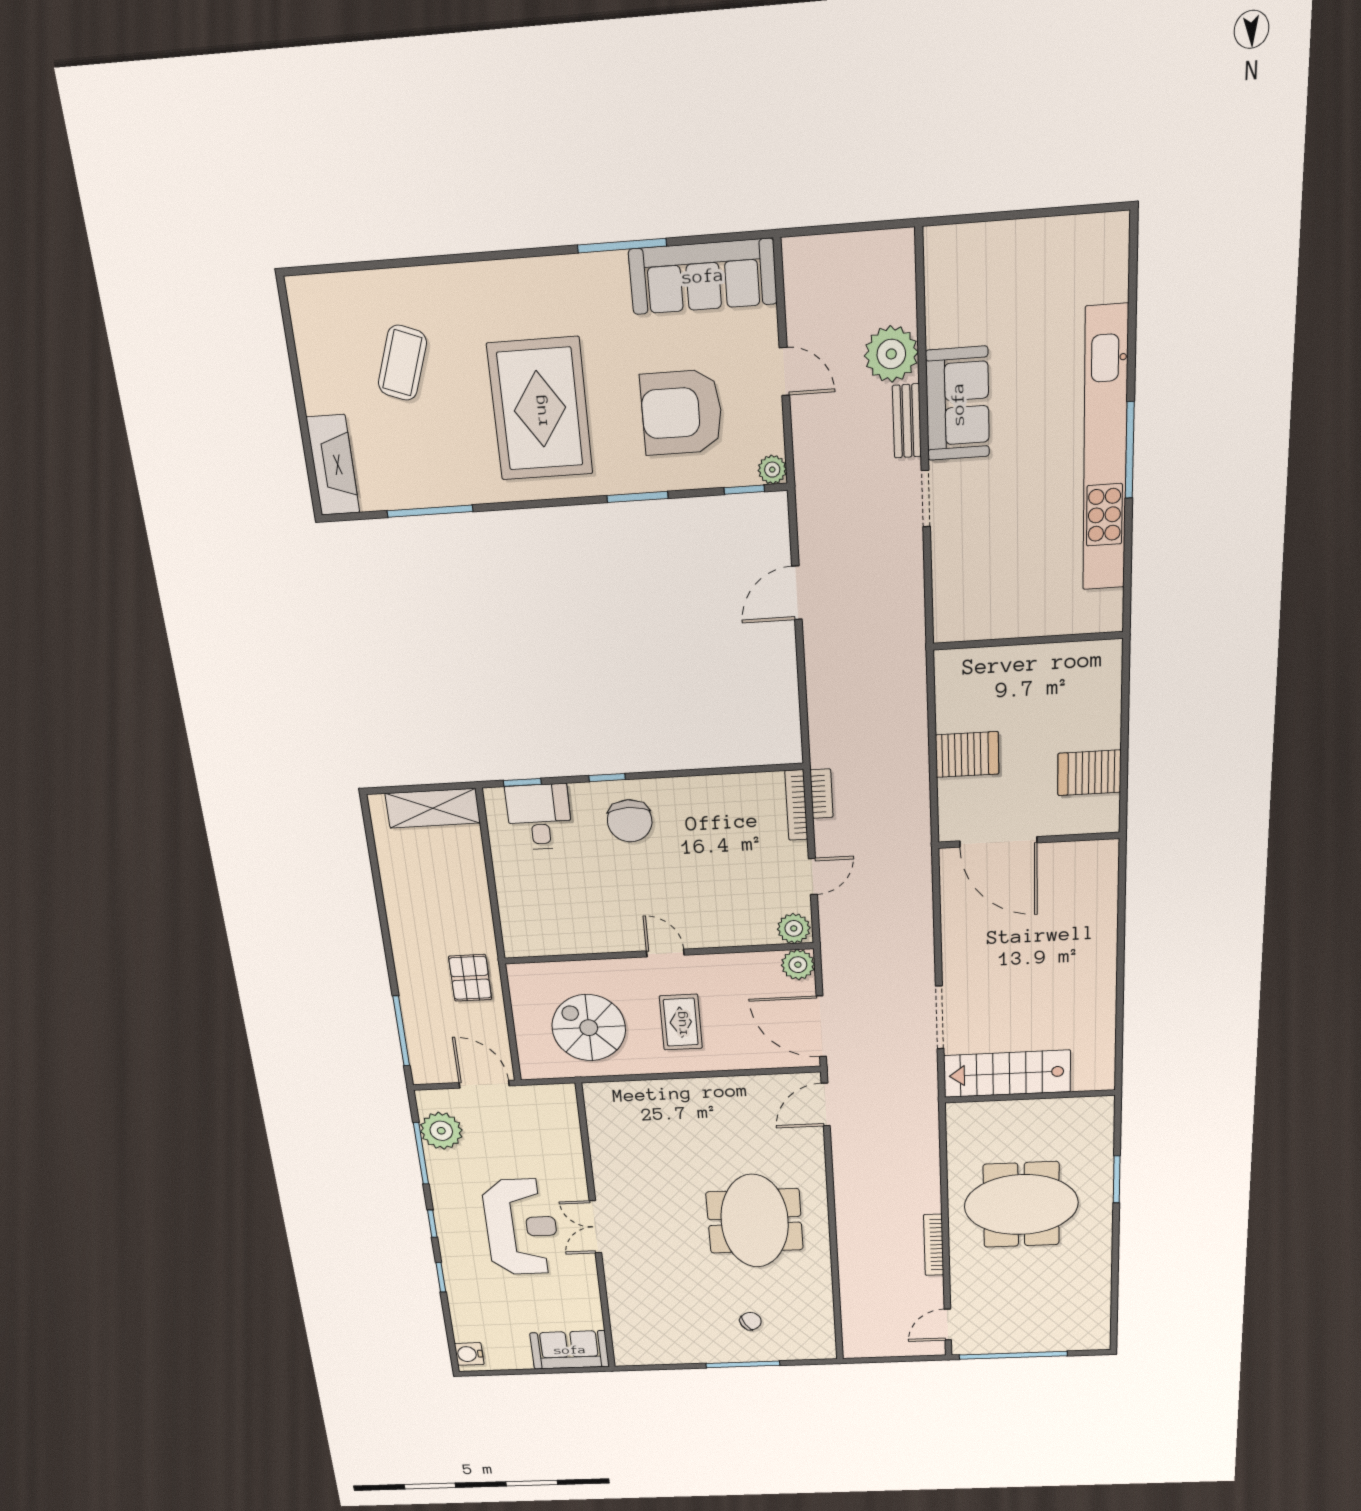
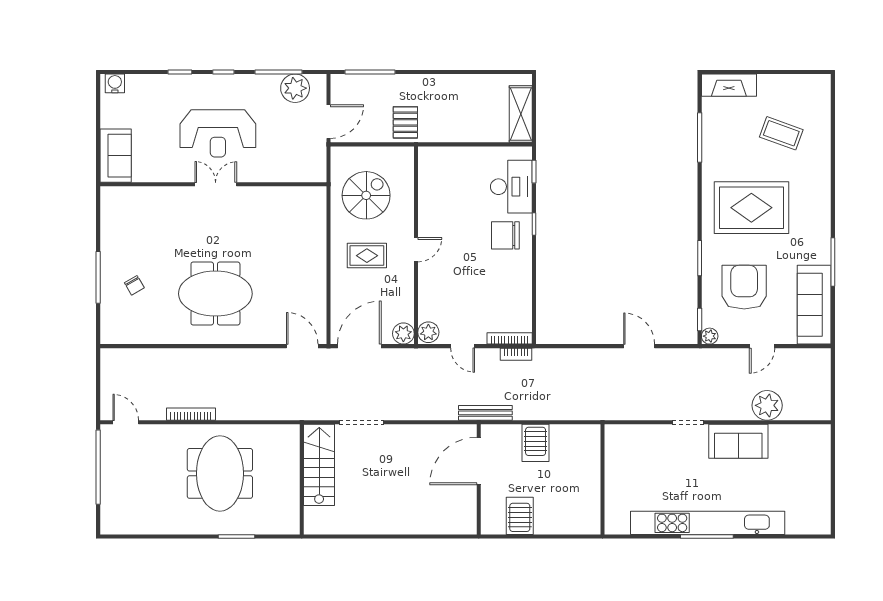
bench: (907, 421) -> (485, 413), moved, width x1.36
desk: (539, 817) -> (511, 187), width x1.37
pallet: (470, 978) -> (405, 122), turned 90

